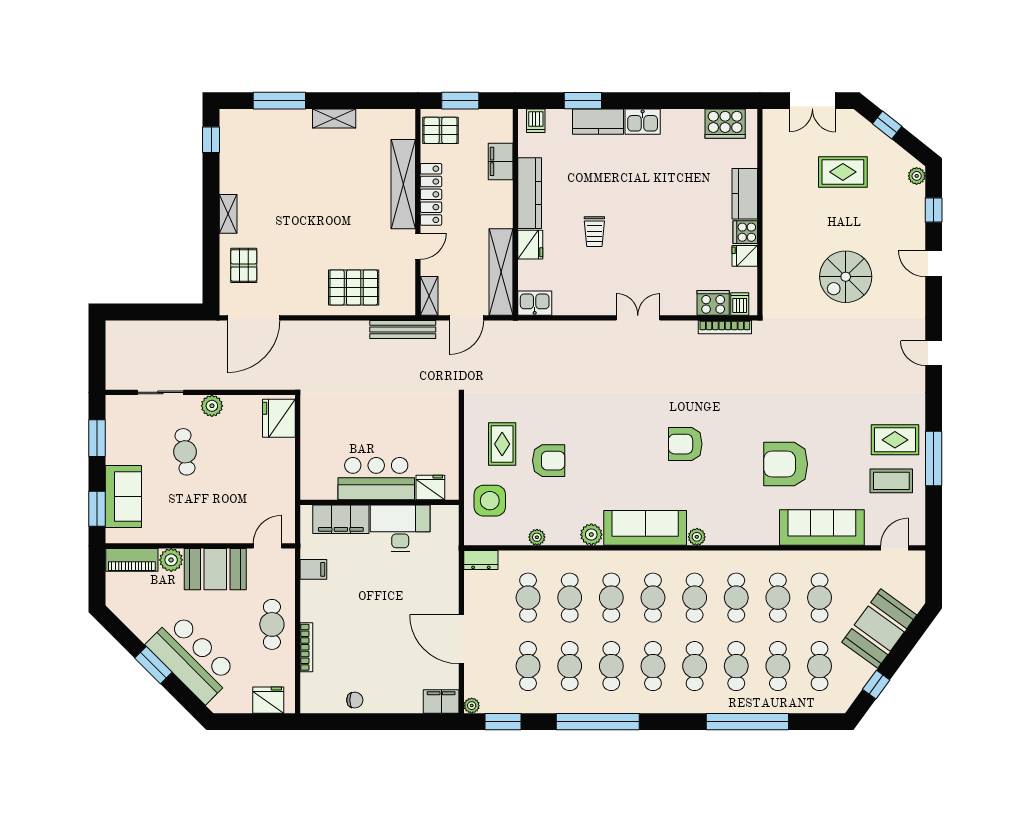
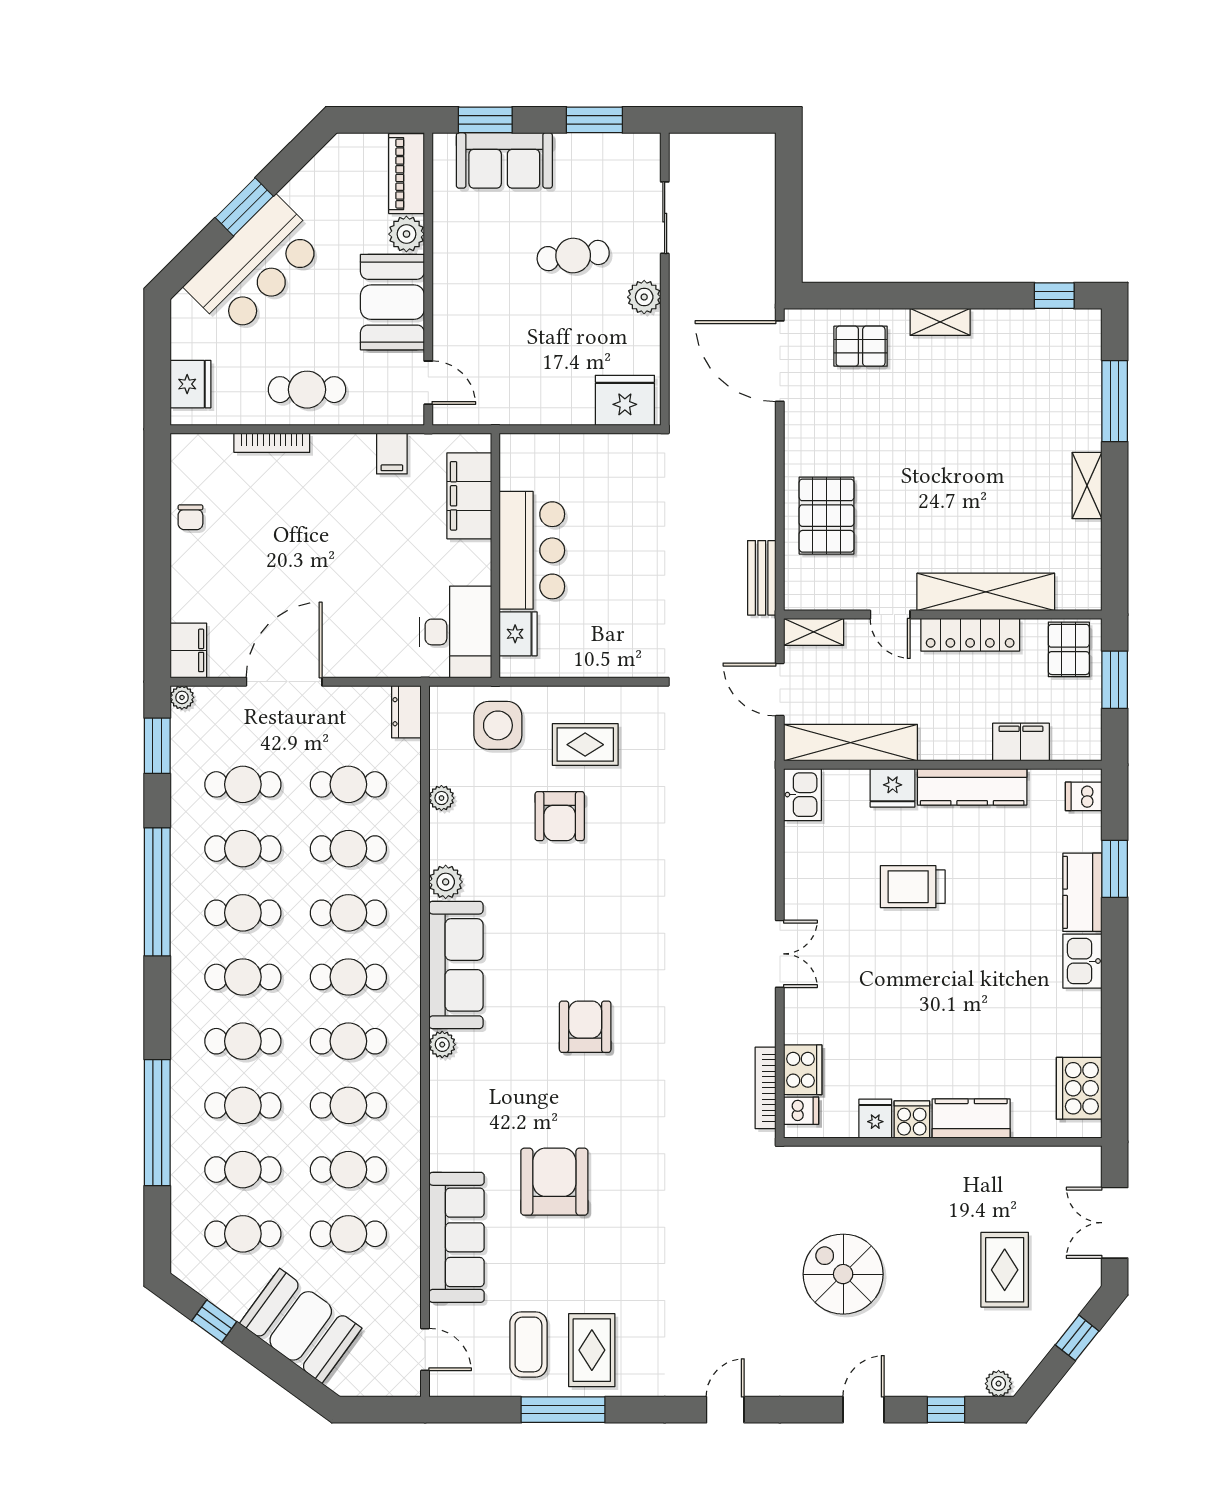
trolley: (594, 232) -> (913, 887), width x1.36, depth x1.39
bench: (403, 330) -> (762, 578), width x0.73
desk: (400, 528) -> (455, 632), moved

